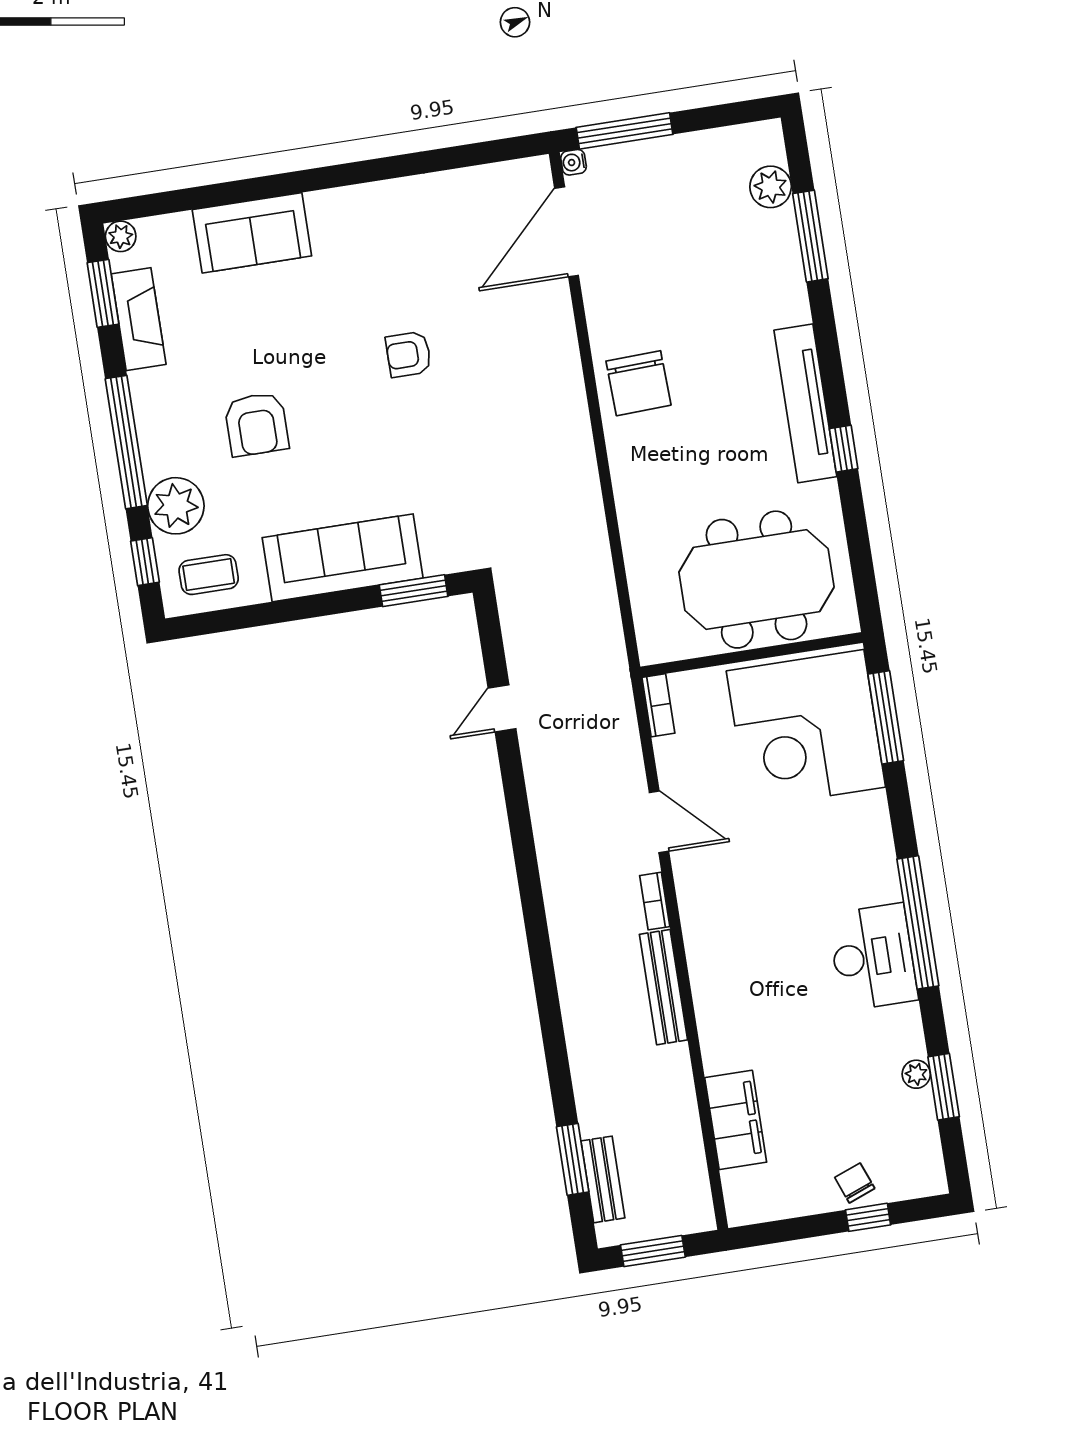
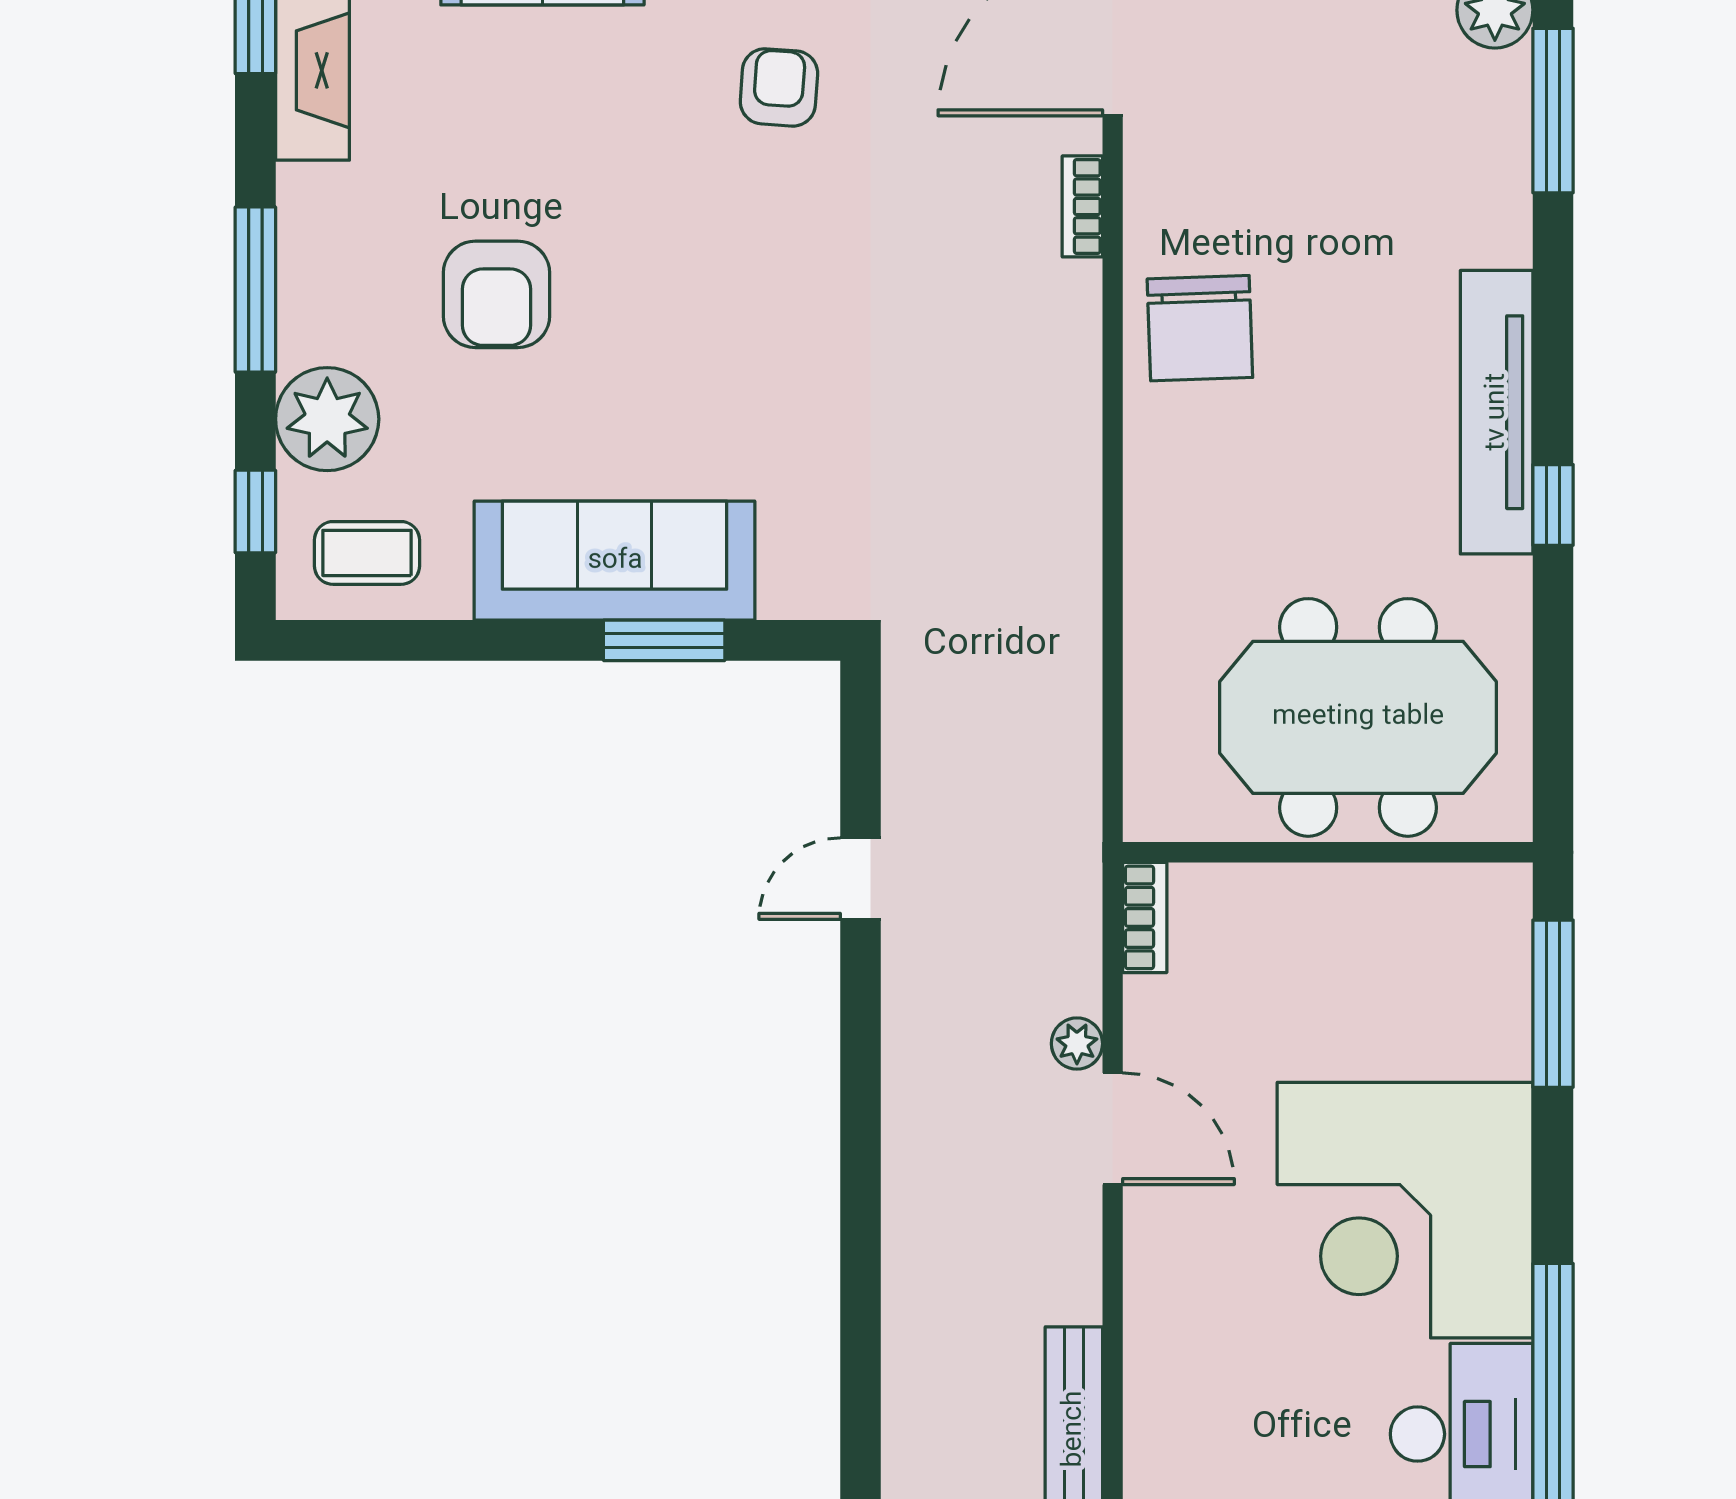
armchair: (408, 354) -> (779, 87), moved, turned 94
window: (126, 442) -> (255, 290), width x0.68
window: (414, 591) -> (664, 640), moved
corner desk: (806, 729) -> (1405, 1210), moved
plant: (633, 779) -> (1077, 1044), added
bookcase: (655, 901) -> (1082, 206), moved

